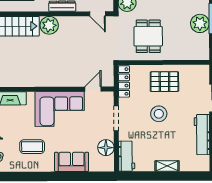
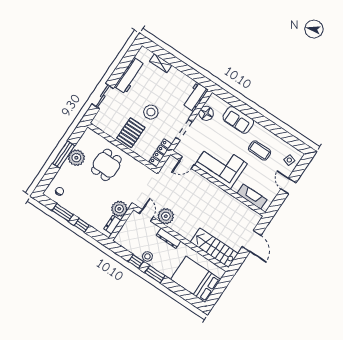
plant: (49, 25) -> (166, 216), moved
dining table: (148, 36) -> (106, 165), moved
pallet: (164, 82) -> (131, 133), turned 90
shelving: (167, 166) -> (161, 63), moved

